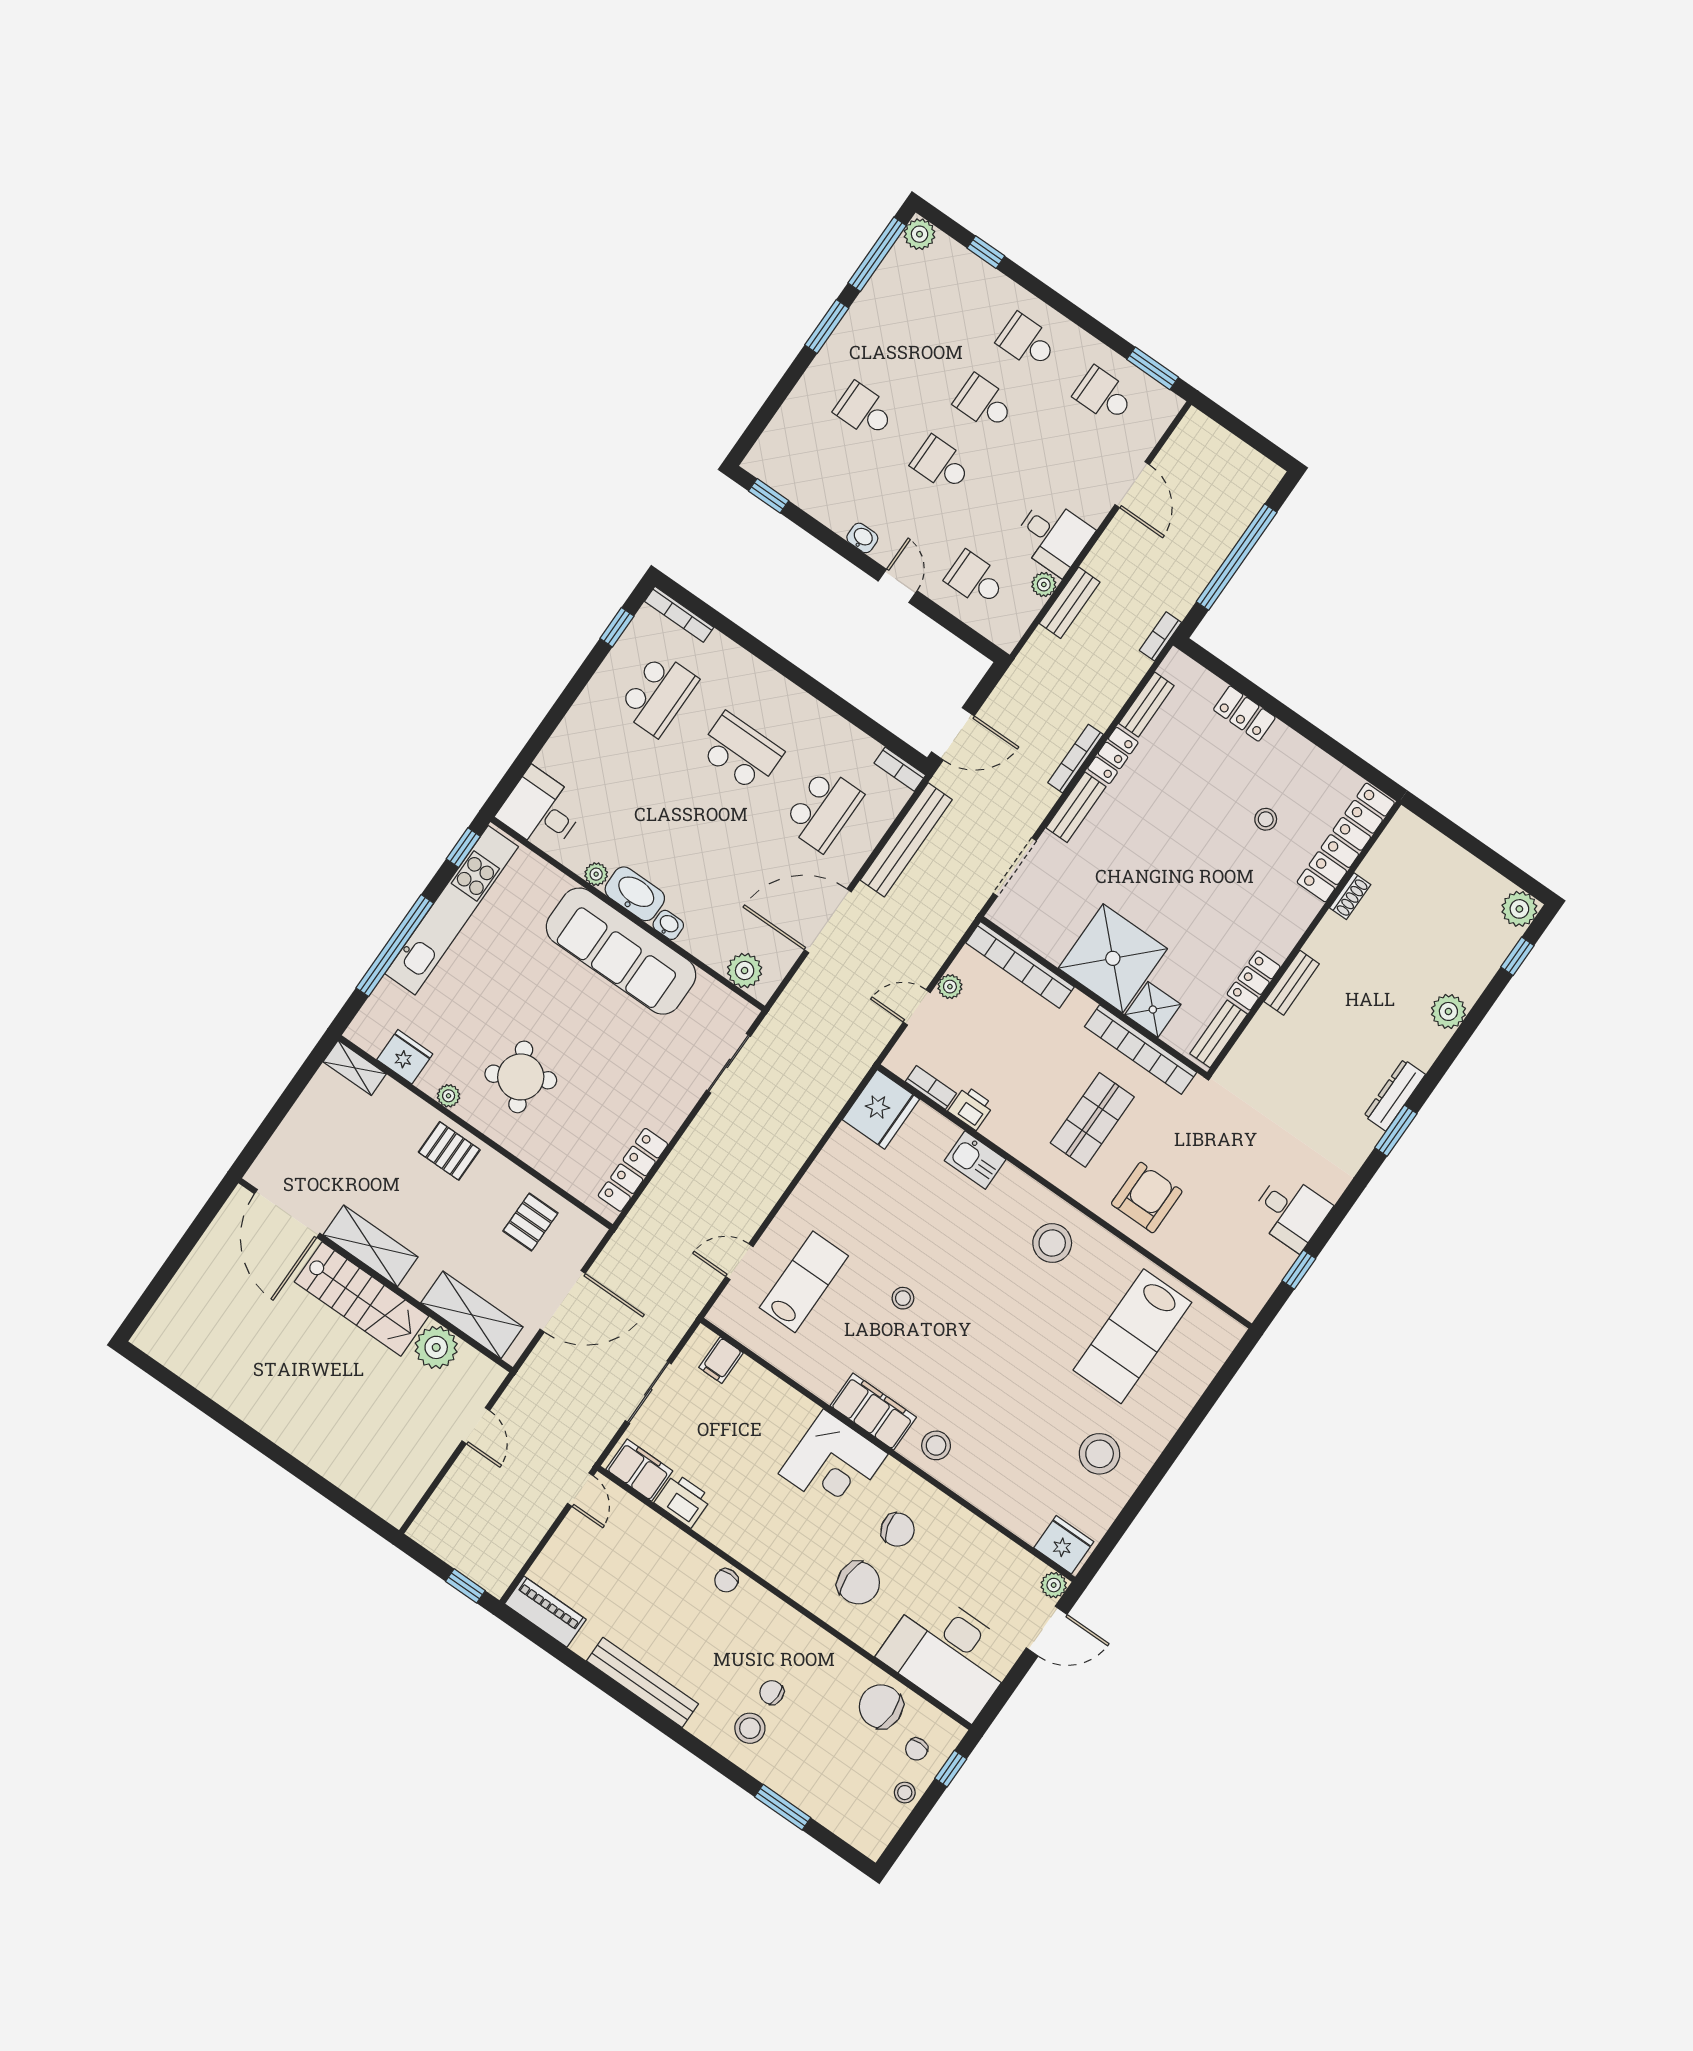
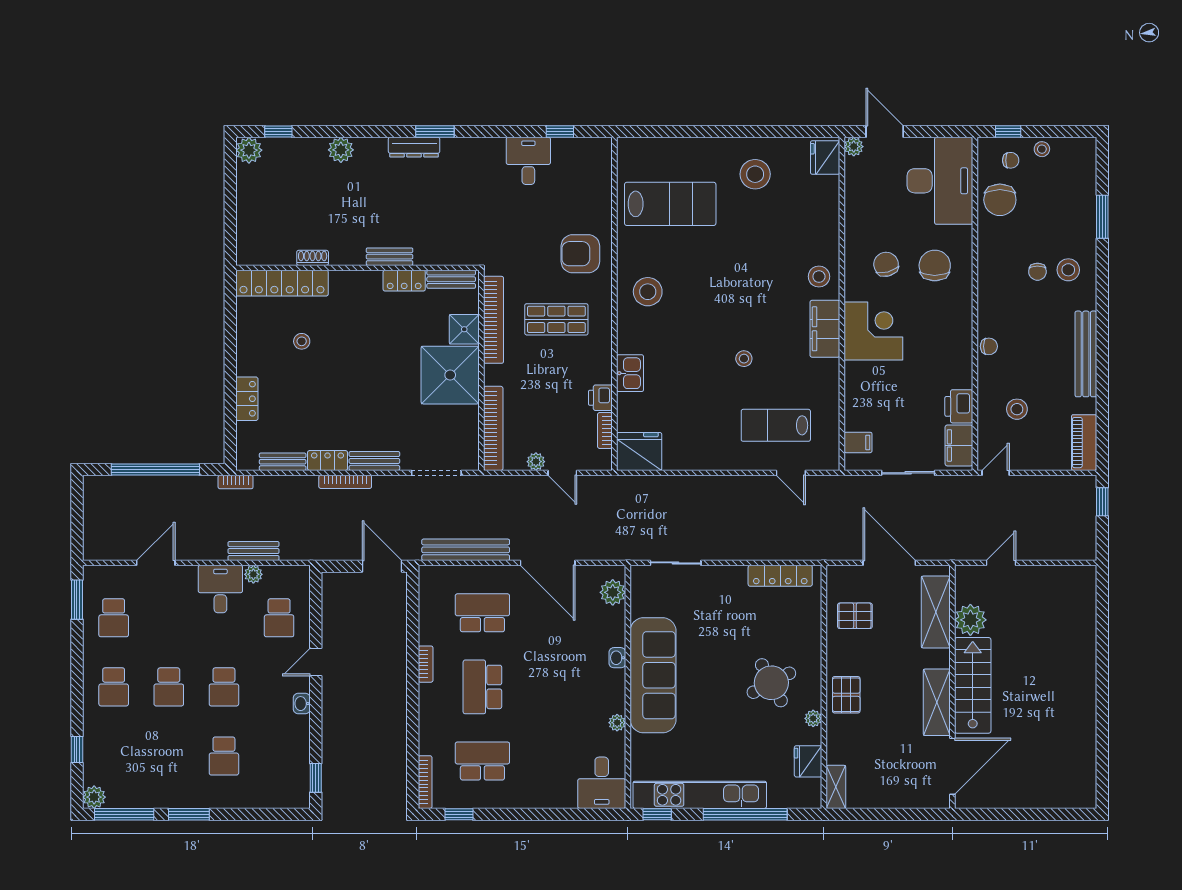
bookcase: (900, 769) -> (426, 664), moved
washbasin: (635, 894) -> (613, 691), removed
stool: (635, 1563) -> (1017, 409), added

